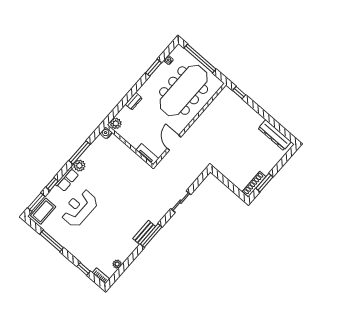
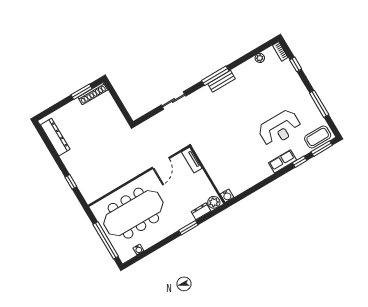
window: (153, 68) -> (188, 228), moved
window: (239, 93) -> (71, 182), moved
dresser: (134, 101) -> (201, 211), moved
window: (80, 152) -> (261, 185), removed
plant: (79, 166) -> (265, 171), removed

